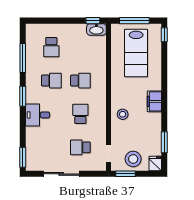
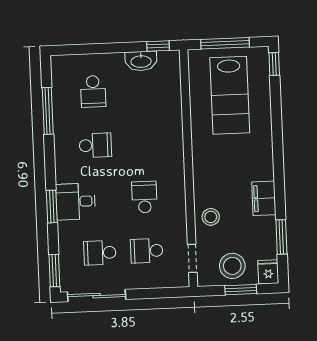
washbasin: (96, 29) -> (141, 61), moved
school desk: (80, 81) -> (100, 253), moved, turned 180
window: (23, 96) -> (52, 207), moved
filing cabinet: (154, 101) -> (264, 198), moved
stool: (123, 114) -> (211, 217), moved
sliding door: (61, 174) -> (97, 296), moved
window: (125, 174) -> (241, 290), moved

